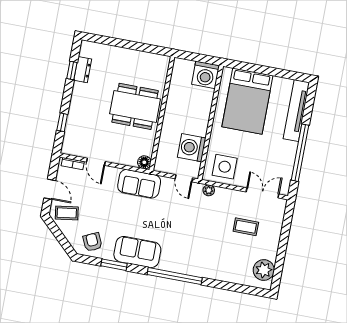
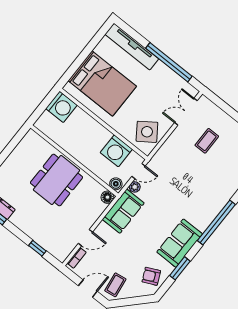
boiler: (161, 163) -> (116, 184), added
side table: (225, 167) -> (147, 132), turned -35
plant: (209, 190) -> (135, 187), moved

